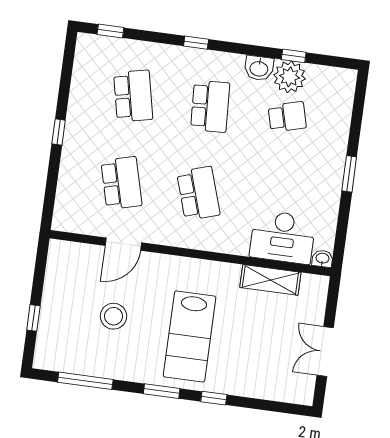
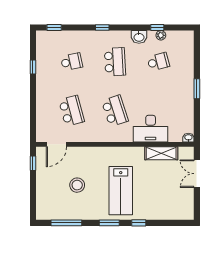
plant: (290, 77) -> (161, 35), width x0.53, depth x0.53
school desk: (133, 96) -> (72, 62), width x0.54
window: (59, 132) -> (33, 67), moved
desk: (283, 237) -> (151, 129), moved
door: (123, 244) -> (56, 144), moved
window: (33, 318) -> (33, 163), moved
double door: (325, 352) -> (197, 174), moved

